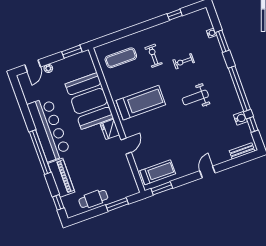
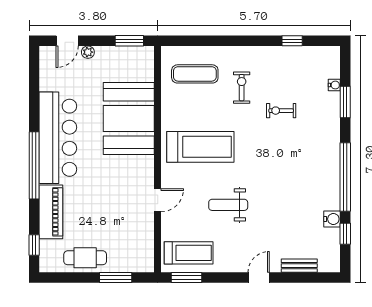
weight bench: (195, 97) -> (228, 205), moved
fridge: (110, 129) -> (143, 169), removed
bench: (242, 151) -> (299, 266), moved

